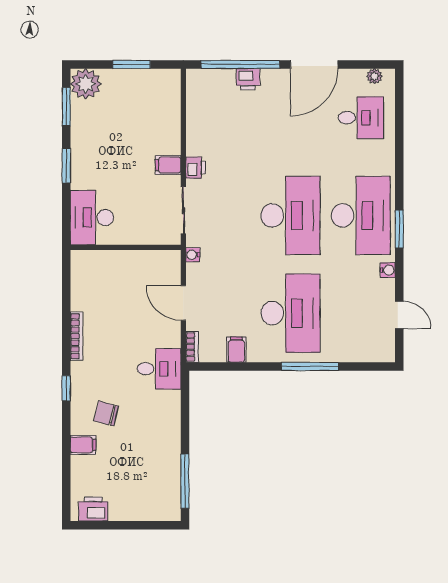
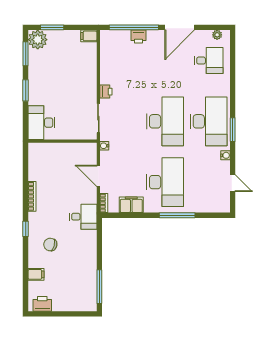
window: (131, 64) -> (52, 27), moved
filing cabinet: (168, 165) -> (89, 36), moved
filing cabinet: (236, 350) -> (131, 205), width x2.00
filing cabinet: (83, 445) -> (36, 274), moved

